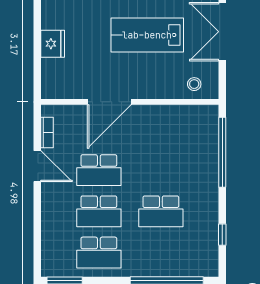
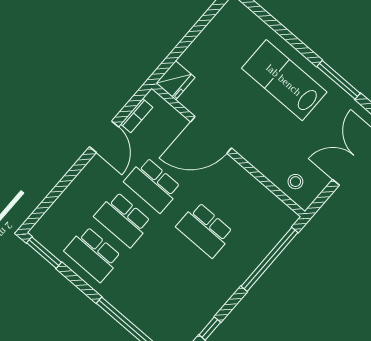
lab bench: (147, 35) -> (284, 80), moved
fridge: (53, 44) -> (175, 80), moved
school desk: (161, 211) -> (205, 230), moved

